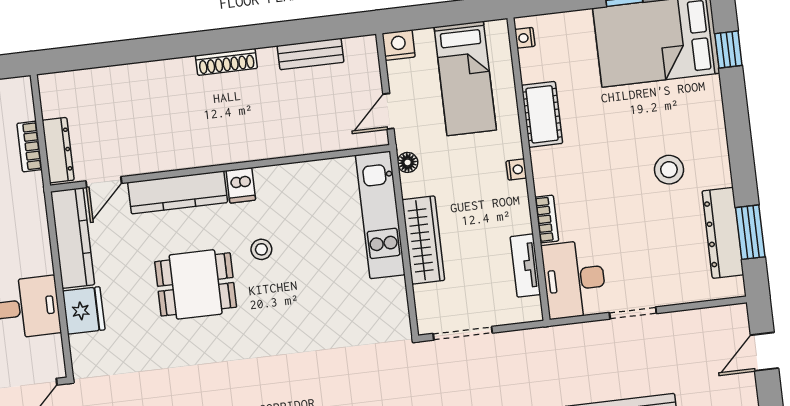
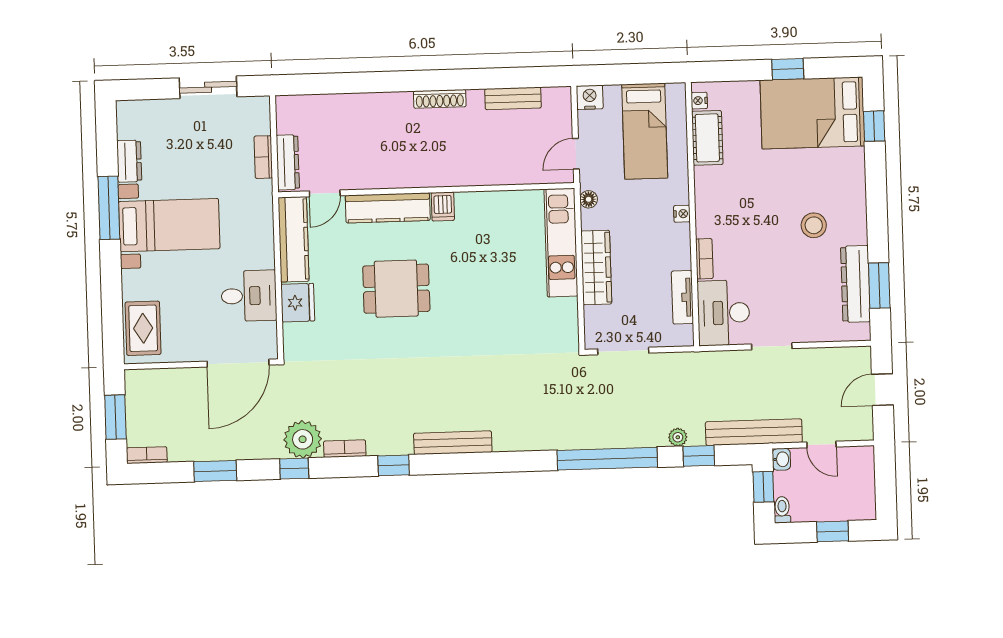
cot: (542, 114) -> (707, 138), moved
stool: (261, 249) -> (456, 263), removed

